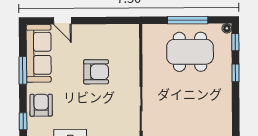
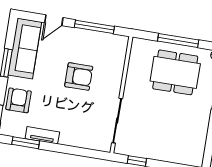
door: (62, 21) -> (54, 20), hinge flipped
window: (103, 21) -> (94, 27), added

